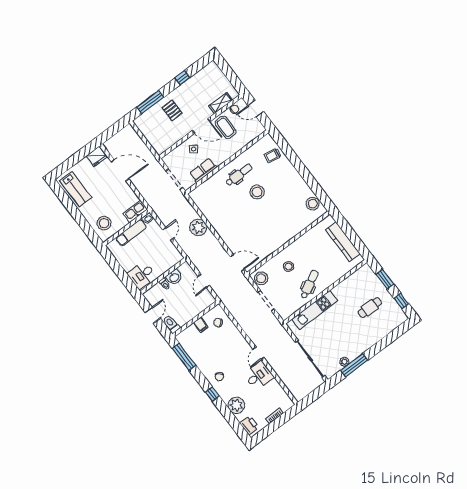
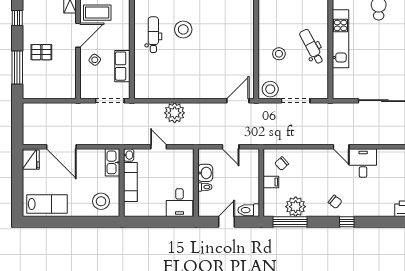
door: (120, 170) -> (61, 147), swing flipped
kitchen unit: (315, 310) -> (340, 39), moved
door: (153, 315) -> (226, 222), hinge flipped
plant: (236, 405) -> (296, 207), moved

